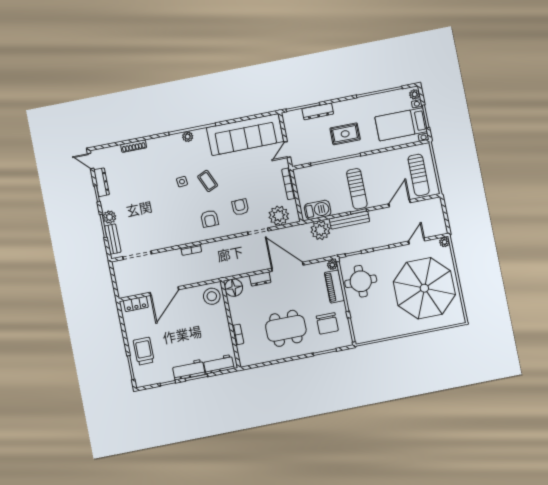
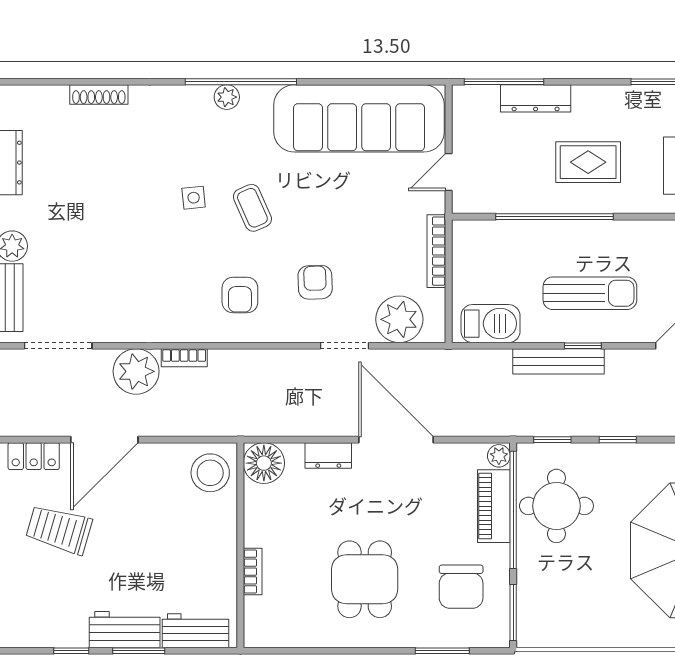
sun lounger: (357, 189) -> (590, 293), turned -90
plant: (320, 230) -> (136, 371), moved
dining table: (286, 328) -> (365, 579), width x0.73
trolley: (144, 351) -> (59, 529), moved, turned -74

